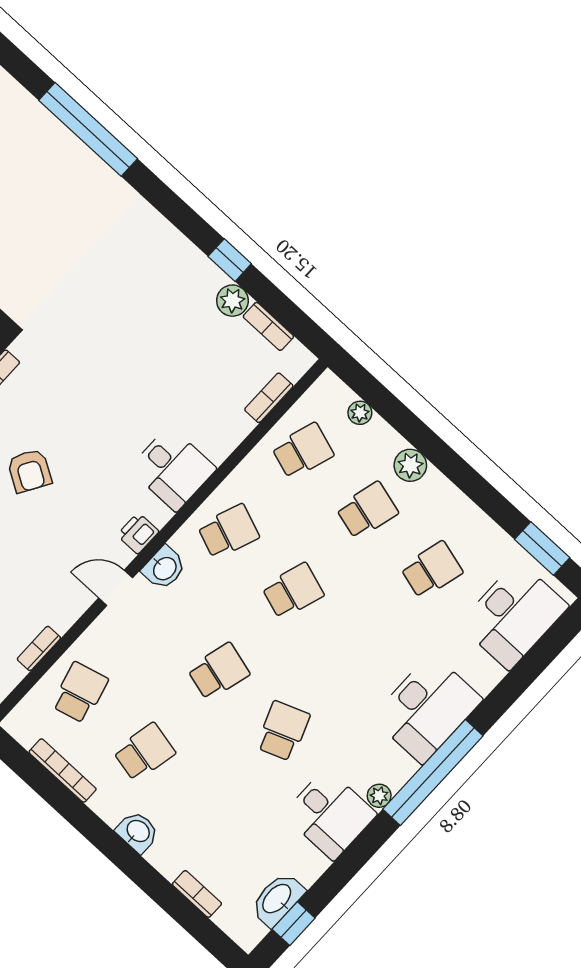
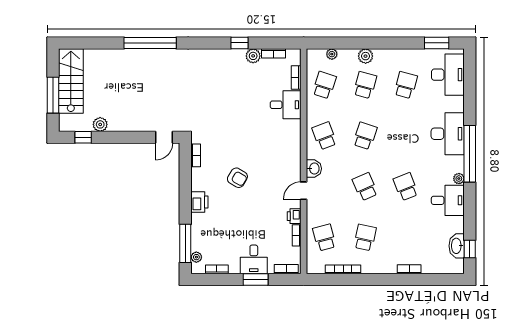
desk: (173, 469) -> (286, 105), moved
school desk: (228, 531) -> (324, 136), turned -42
printer: (138, 533) -> (294, 216), moved
school desk: (219, 672) -> (365, 187), turned -39
washbasin: (138, 832) -> (388, 267), removed
bookcase: (197, 894) -> (409, 269), moved

